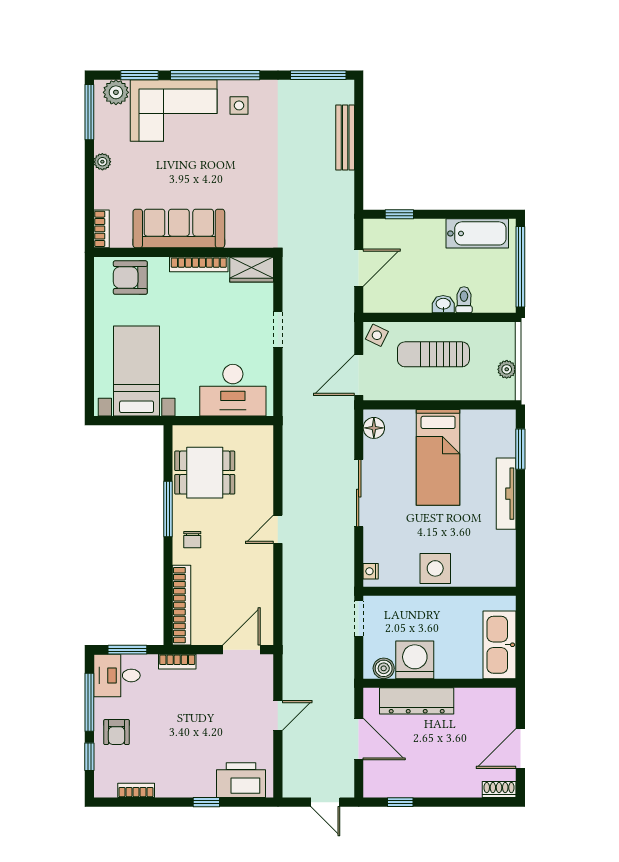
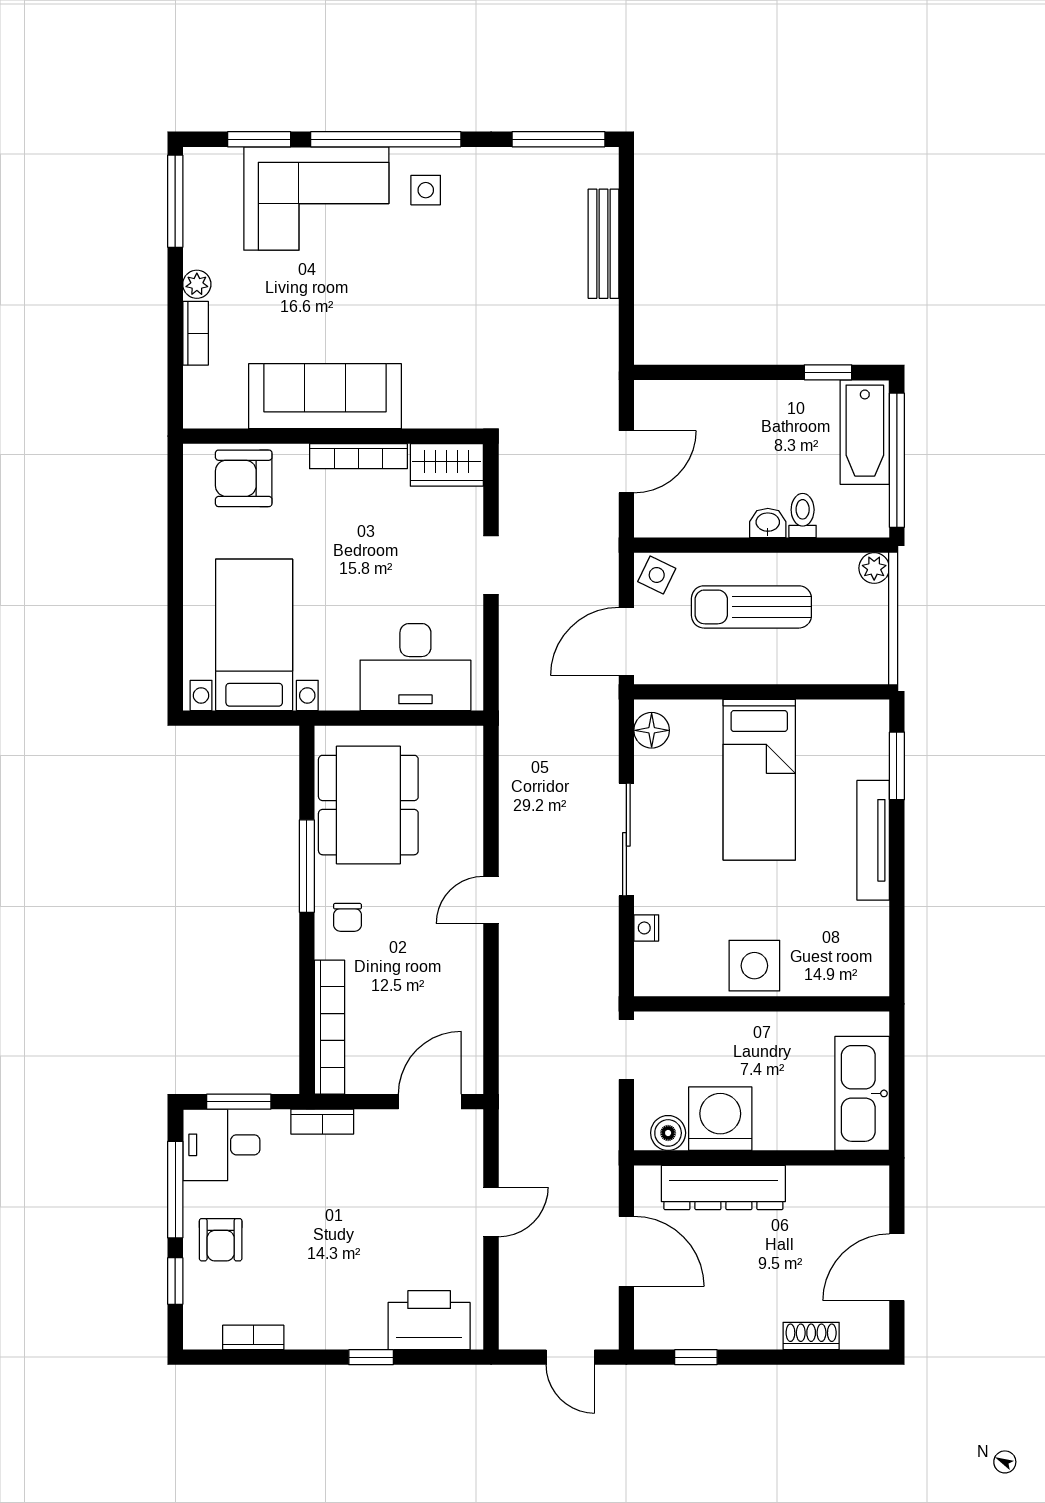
plant: (116, 92) -> (220, 168), removed
window: (399, 214) -> (828, 372), moved
bookcase: (102, 229) -> (196, 333), moved
bathtub: (477, 233) -> (865, 432), moved, turned 90
plant: (507, 369) -> (874, 568), moved
dining table: (205, 473) -> (368, 805), width x1.38
nightstand: (371, 571) -> (646, 928), moved
shoe rack: (499, 790) -> (811, 1336), moved

